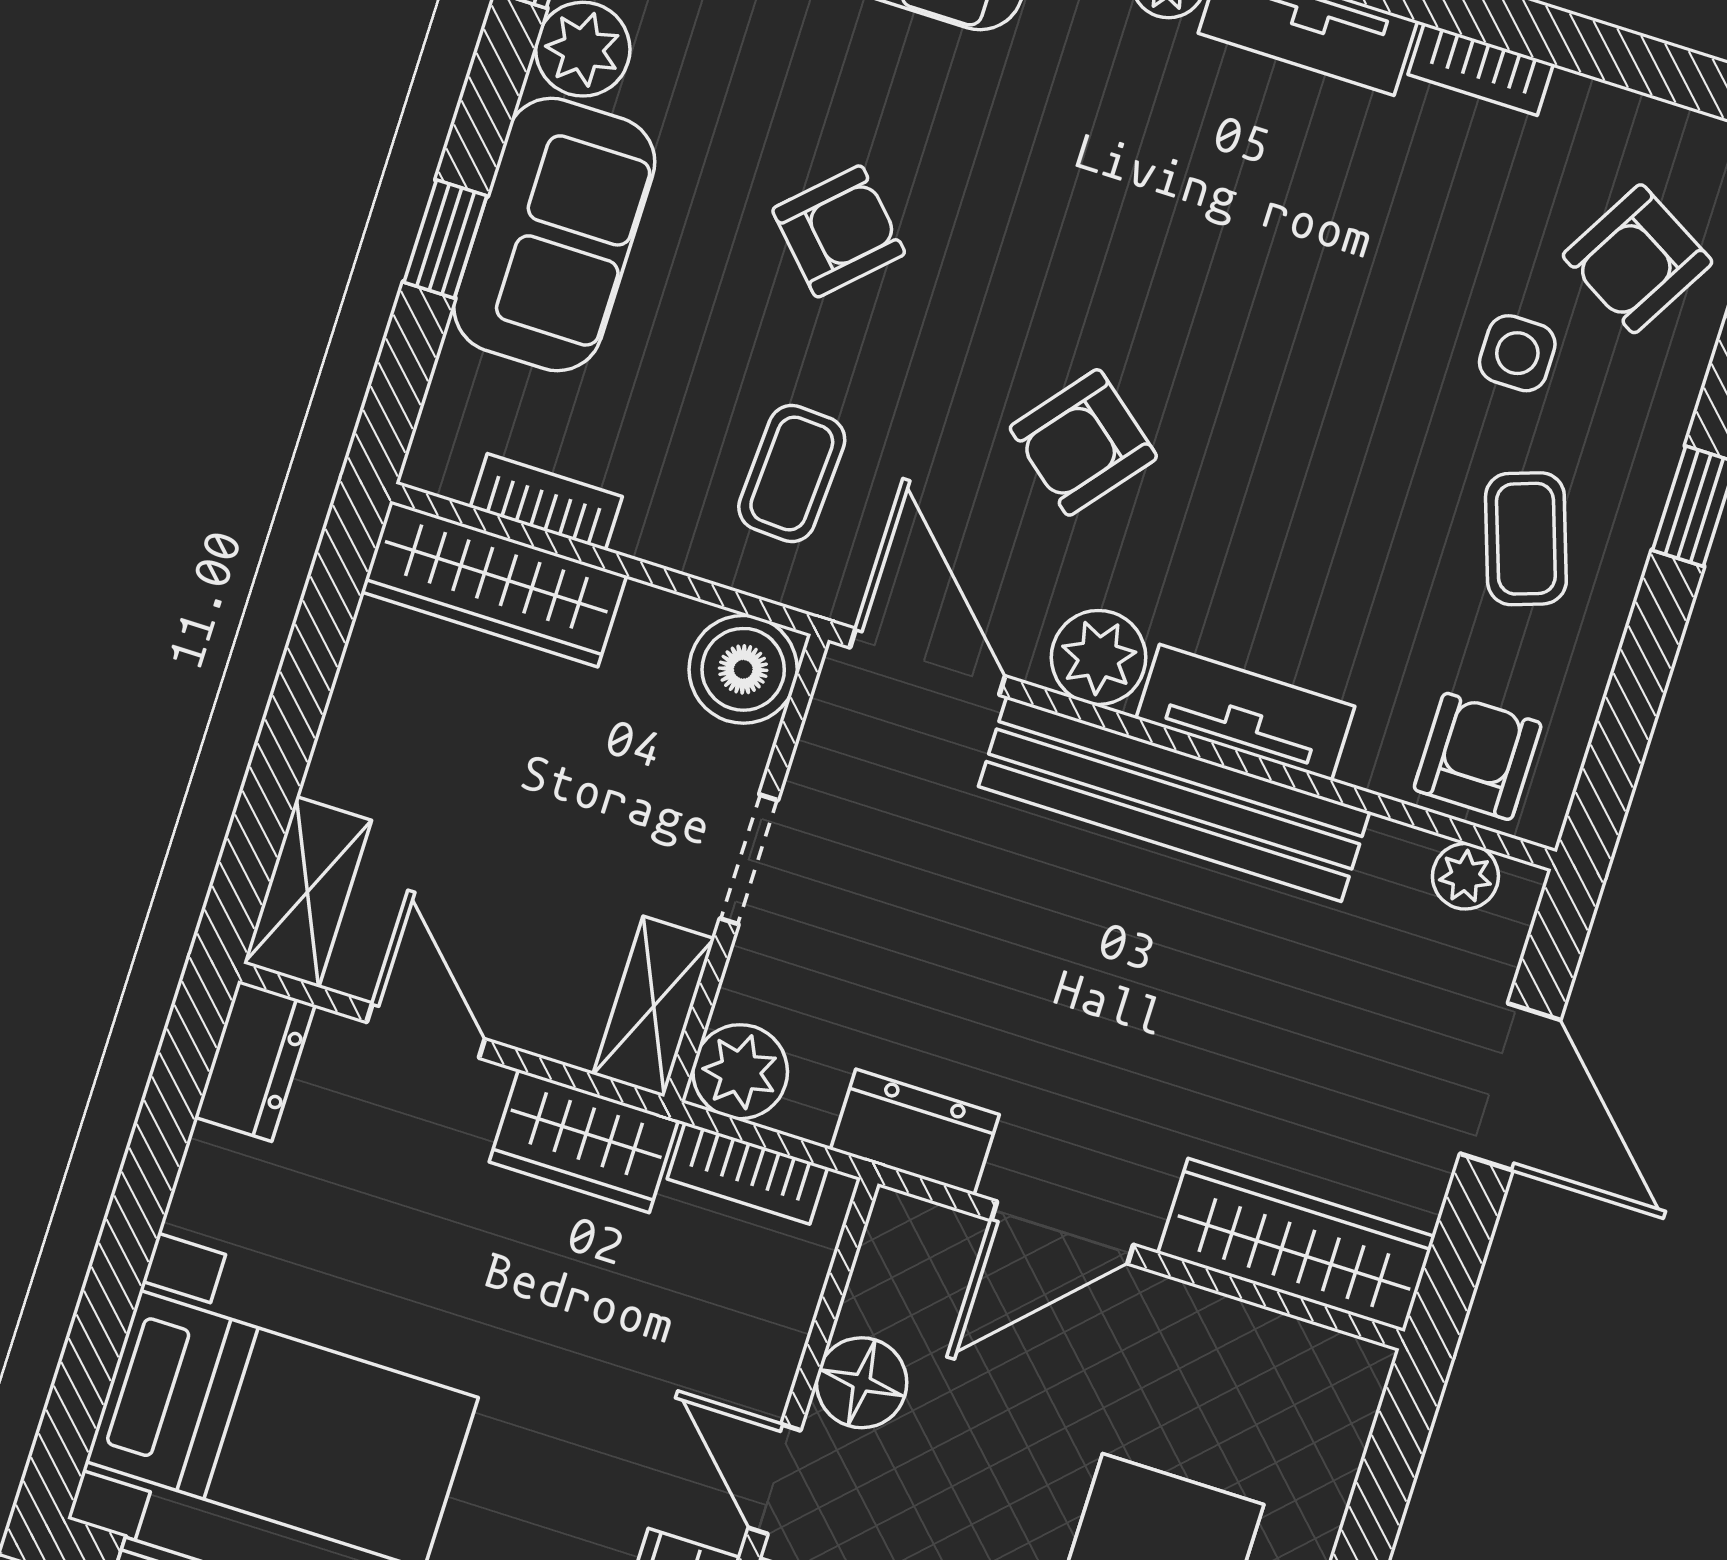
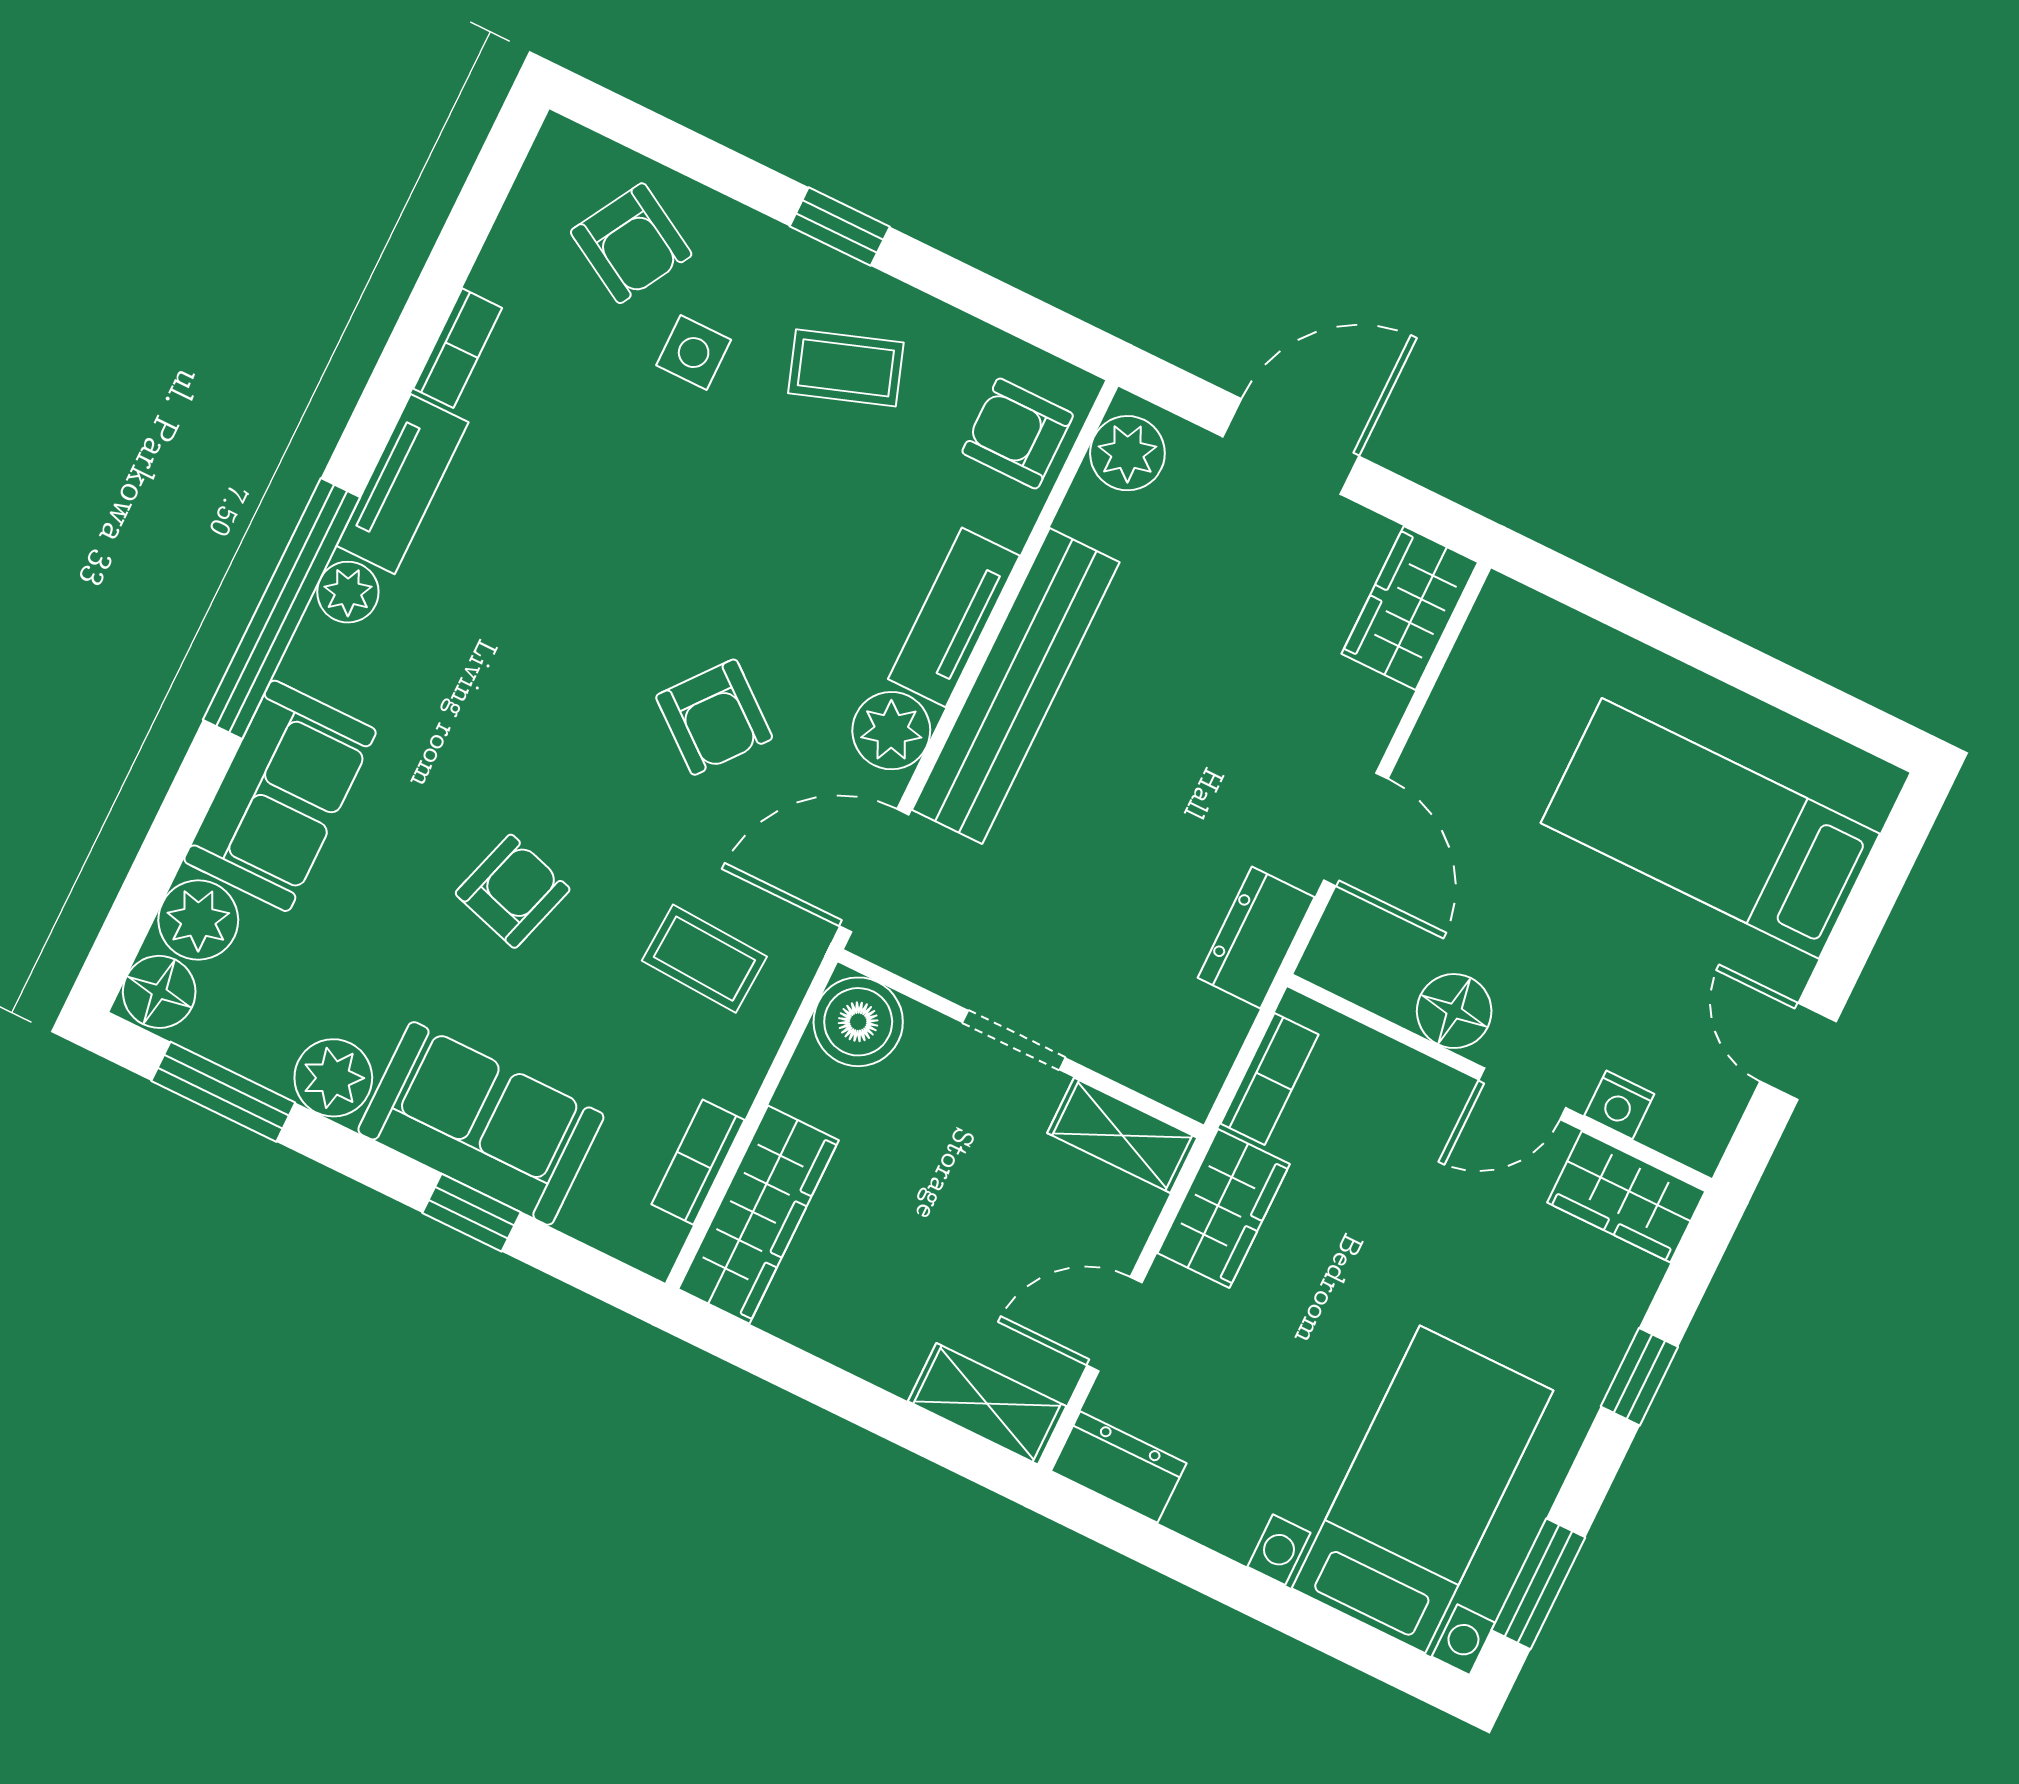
armchair: (839, 231) -> (513, 891), turned 61
plant: (1465, 876) -> (1127, 453), width x1.38, depth x1.38
plant: (740, 1072) -> (1186, 1073), removed
wardrobe: (1296, 1245) -> (1410, 608), width x0.67

